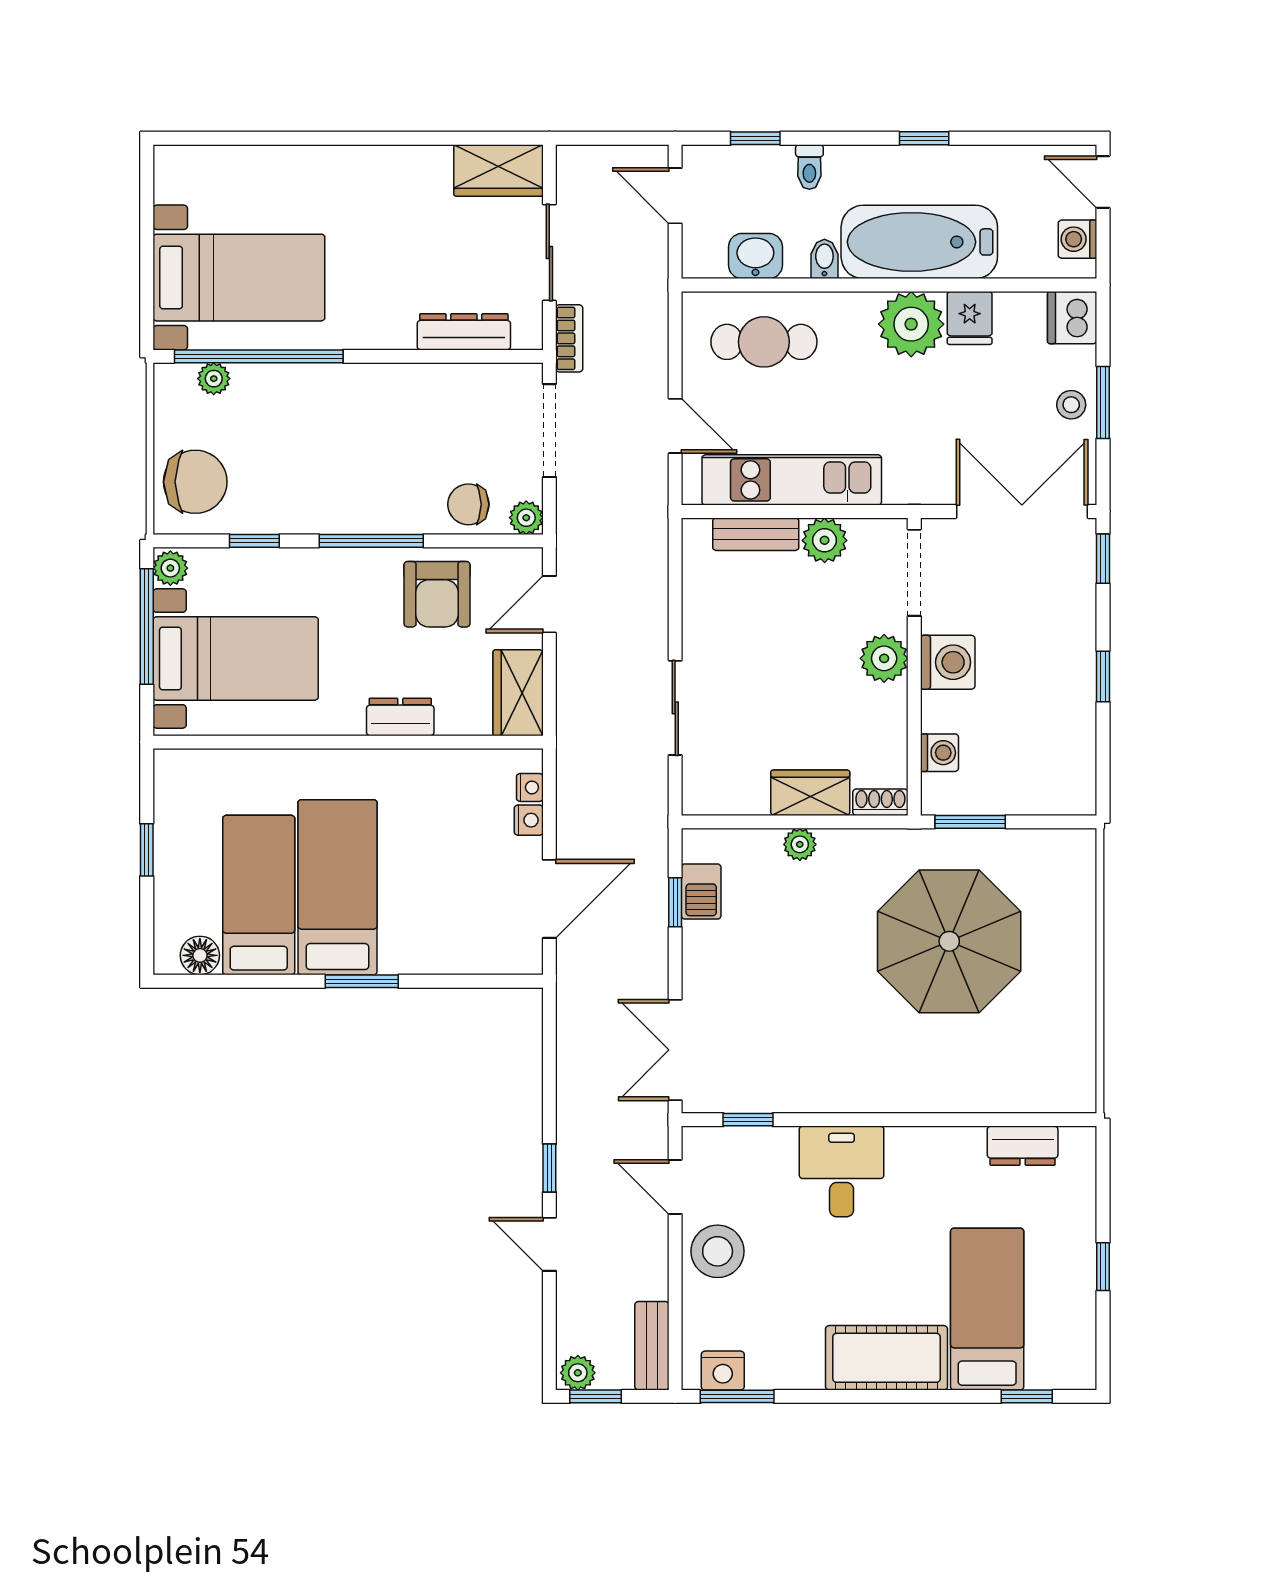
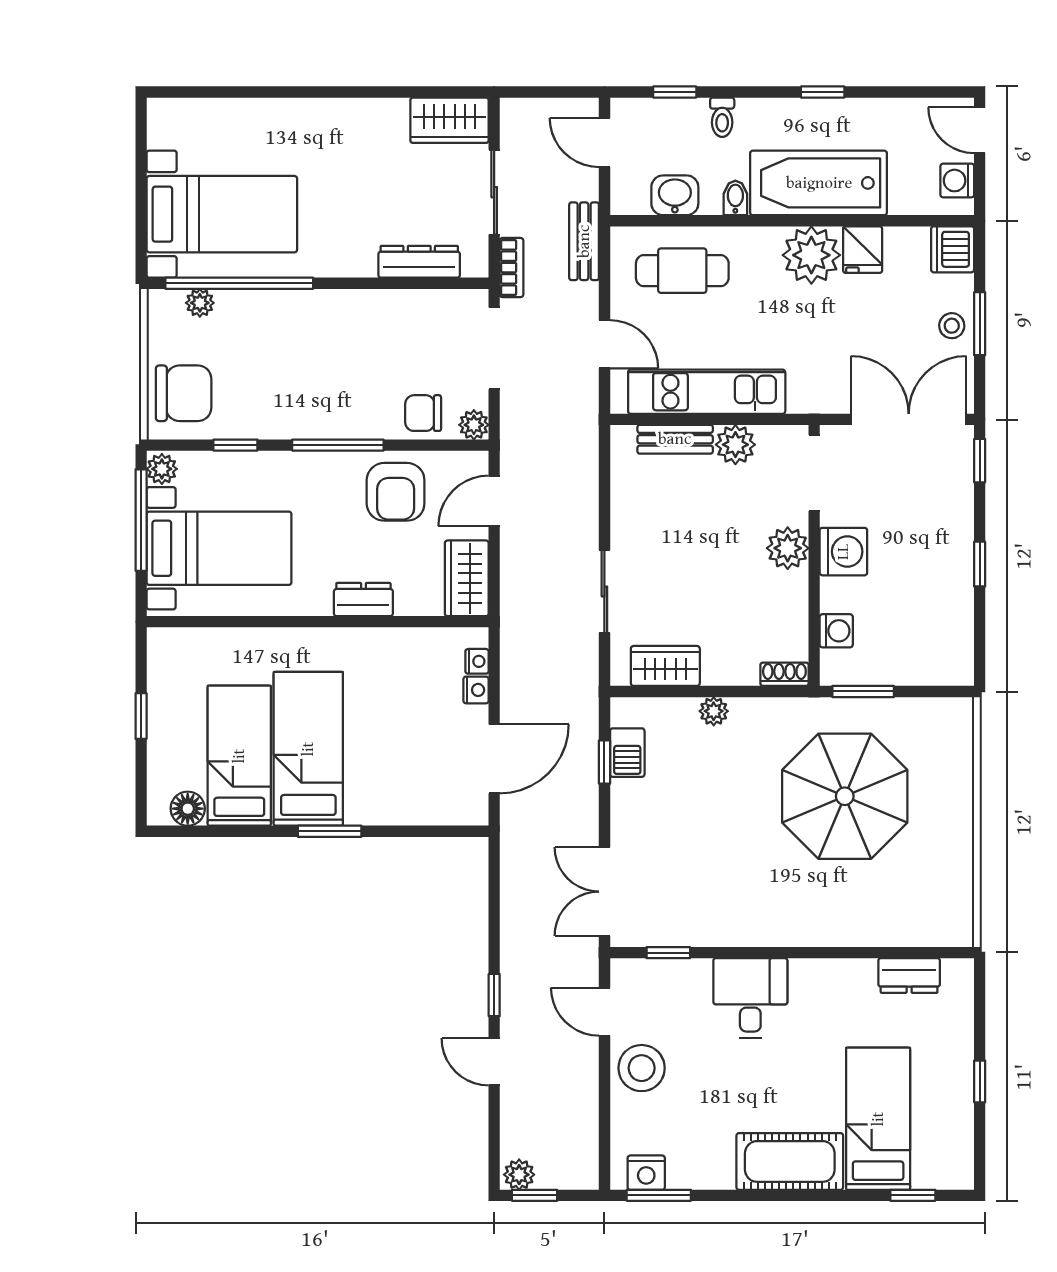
wardrobe: (810, 793) -> (665, 666), moved
bench: (652, 1346) -> (584, 241), moved

